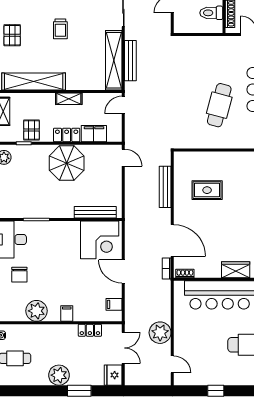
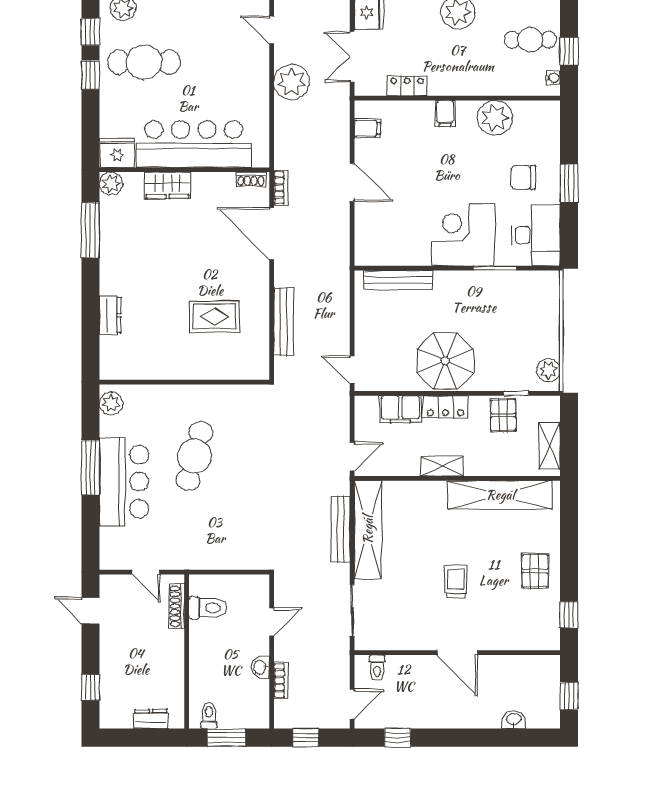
corner desk: (100, 240) -> (463, 235), moved
chair: (19, 275) -> (523, 177), turned -90

